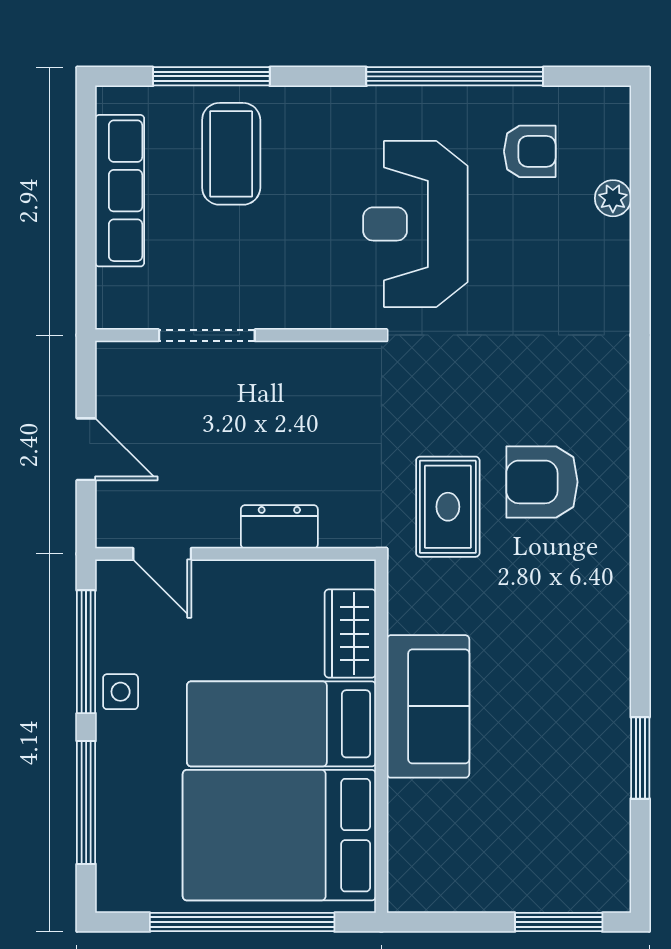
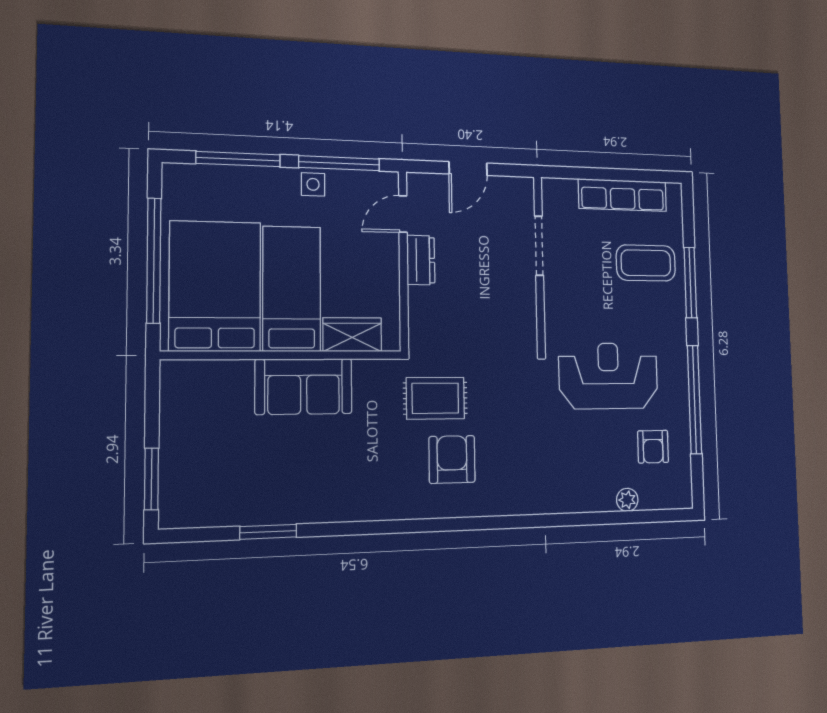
window: (211, 76) -> (690, 283), moved
dresser: (279, 527) -> (421, 260), moved

